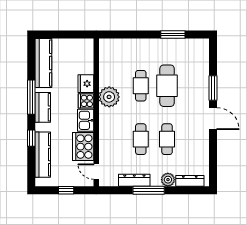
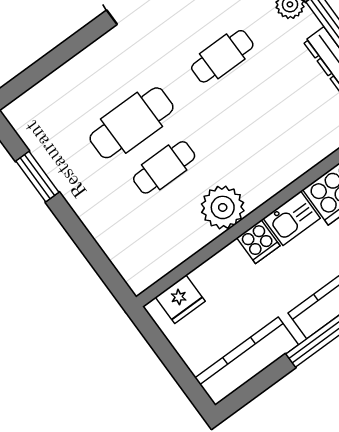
fridge: (86, 84) -> (180, 299), moved
window: (213, 88) -> (78, 42), removed
cafe table: (141, 139) -> (255, 101), removed

